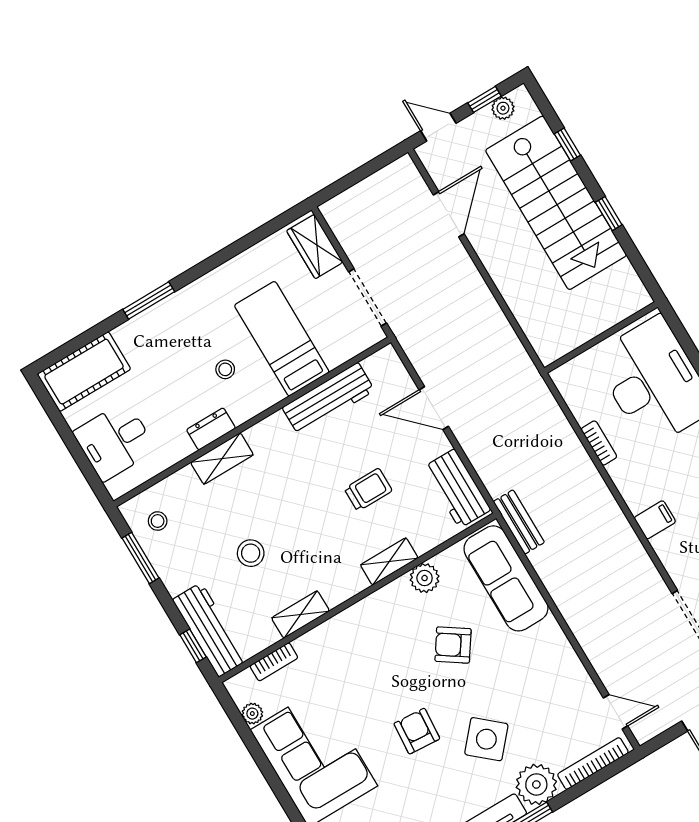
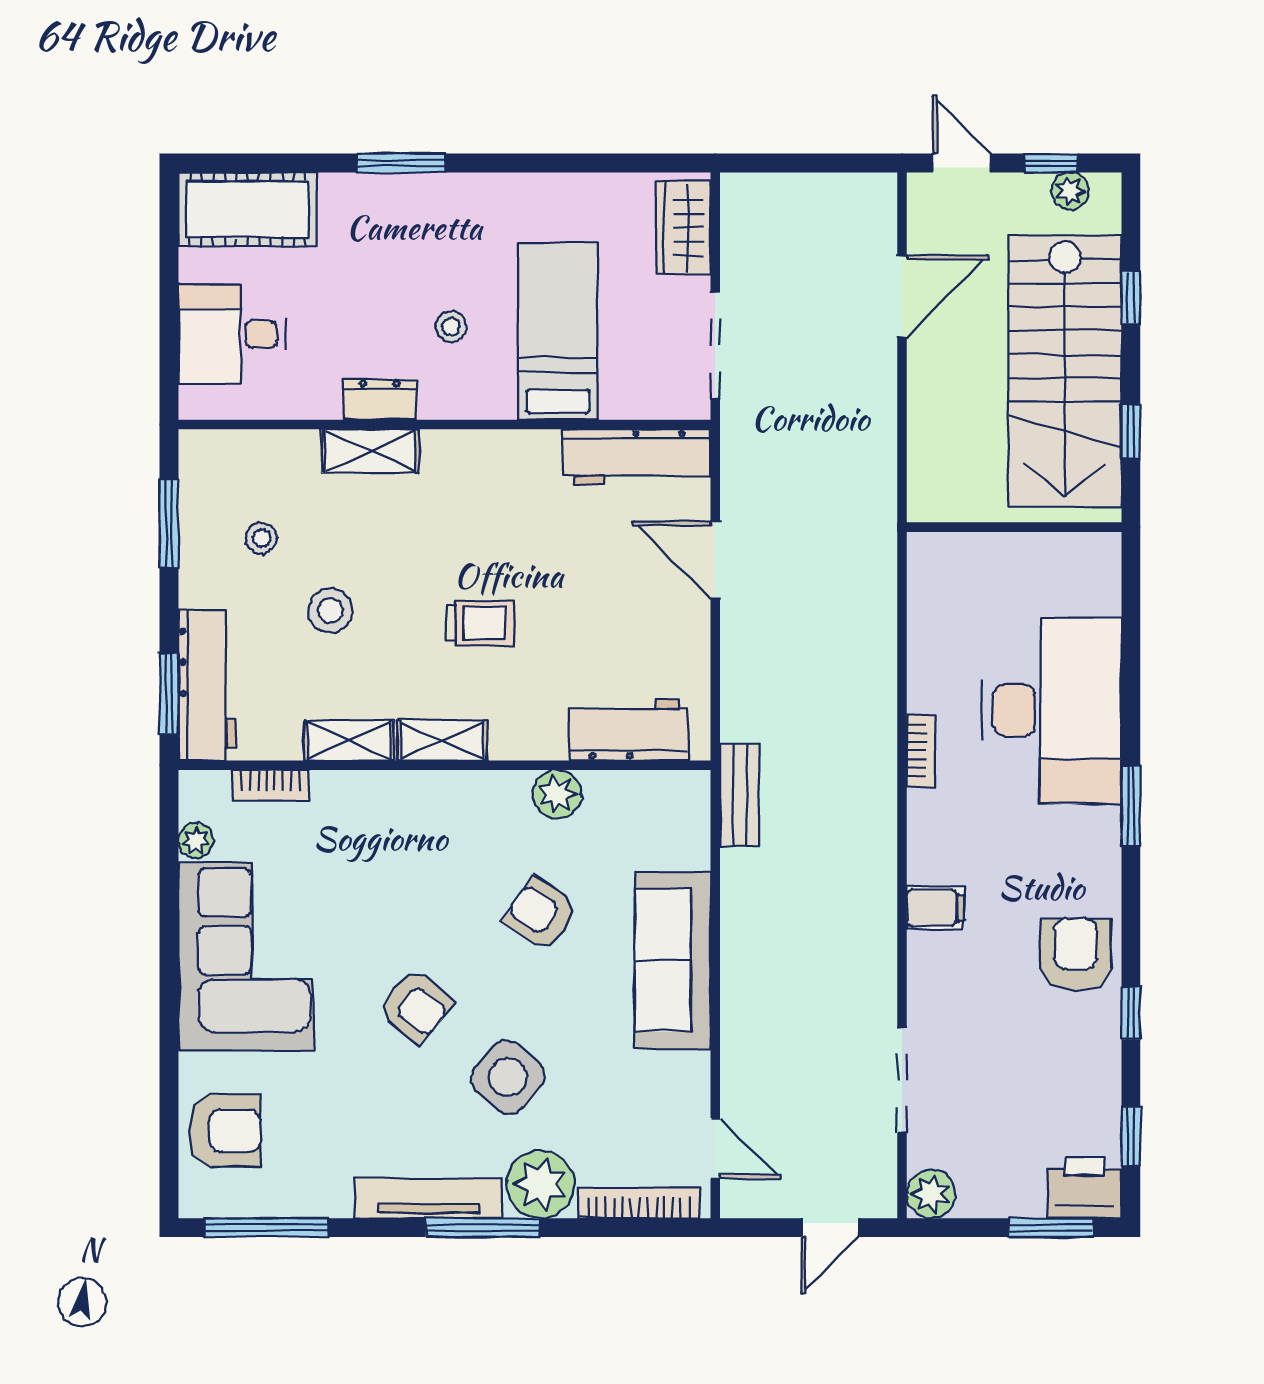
wall: (601, 337) -> (1014, 527), moved
workbench: (328, 399) -> (637, 457), moved
workbench: (457, 489) -> (629, 730), moved, turned 90
trolley: (368, 490) -> (480, 623), moved
stool: (158, 521) -> (261, 538), moved
shelving: (389, 561) -> (442, 741), moved
sofa: (506, 578) -> (673, 960), moved
window: (193, 646) -> (169, 693), width x1.50
armchair: (417, 731) -> (415, 1006), turned 125

